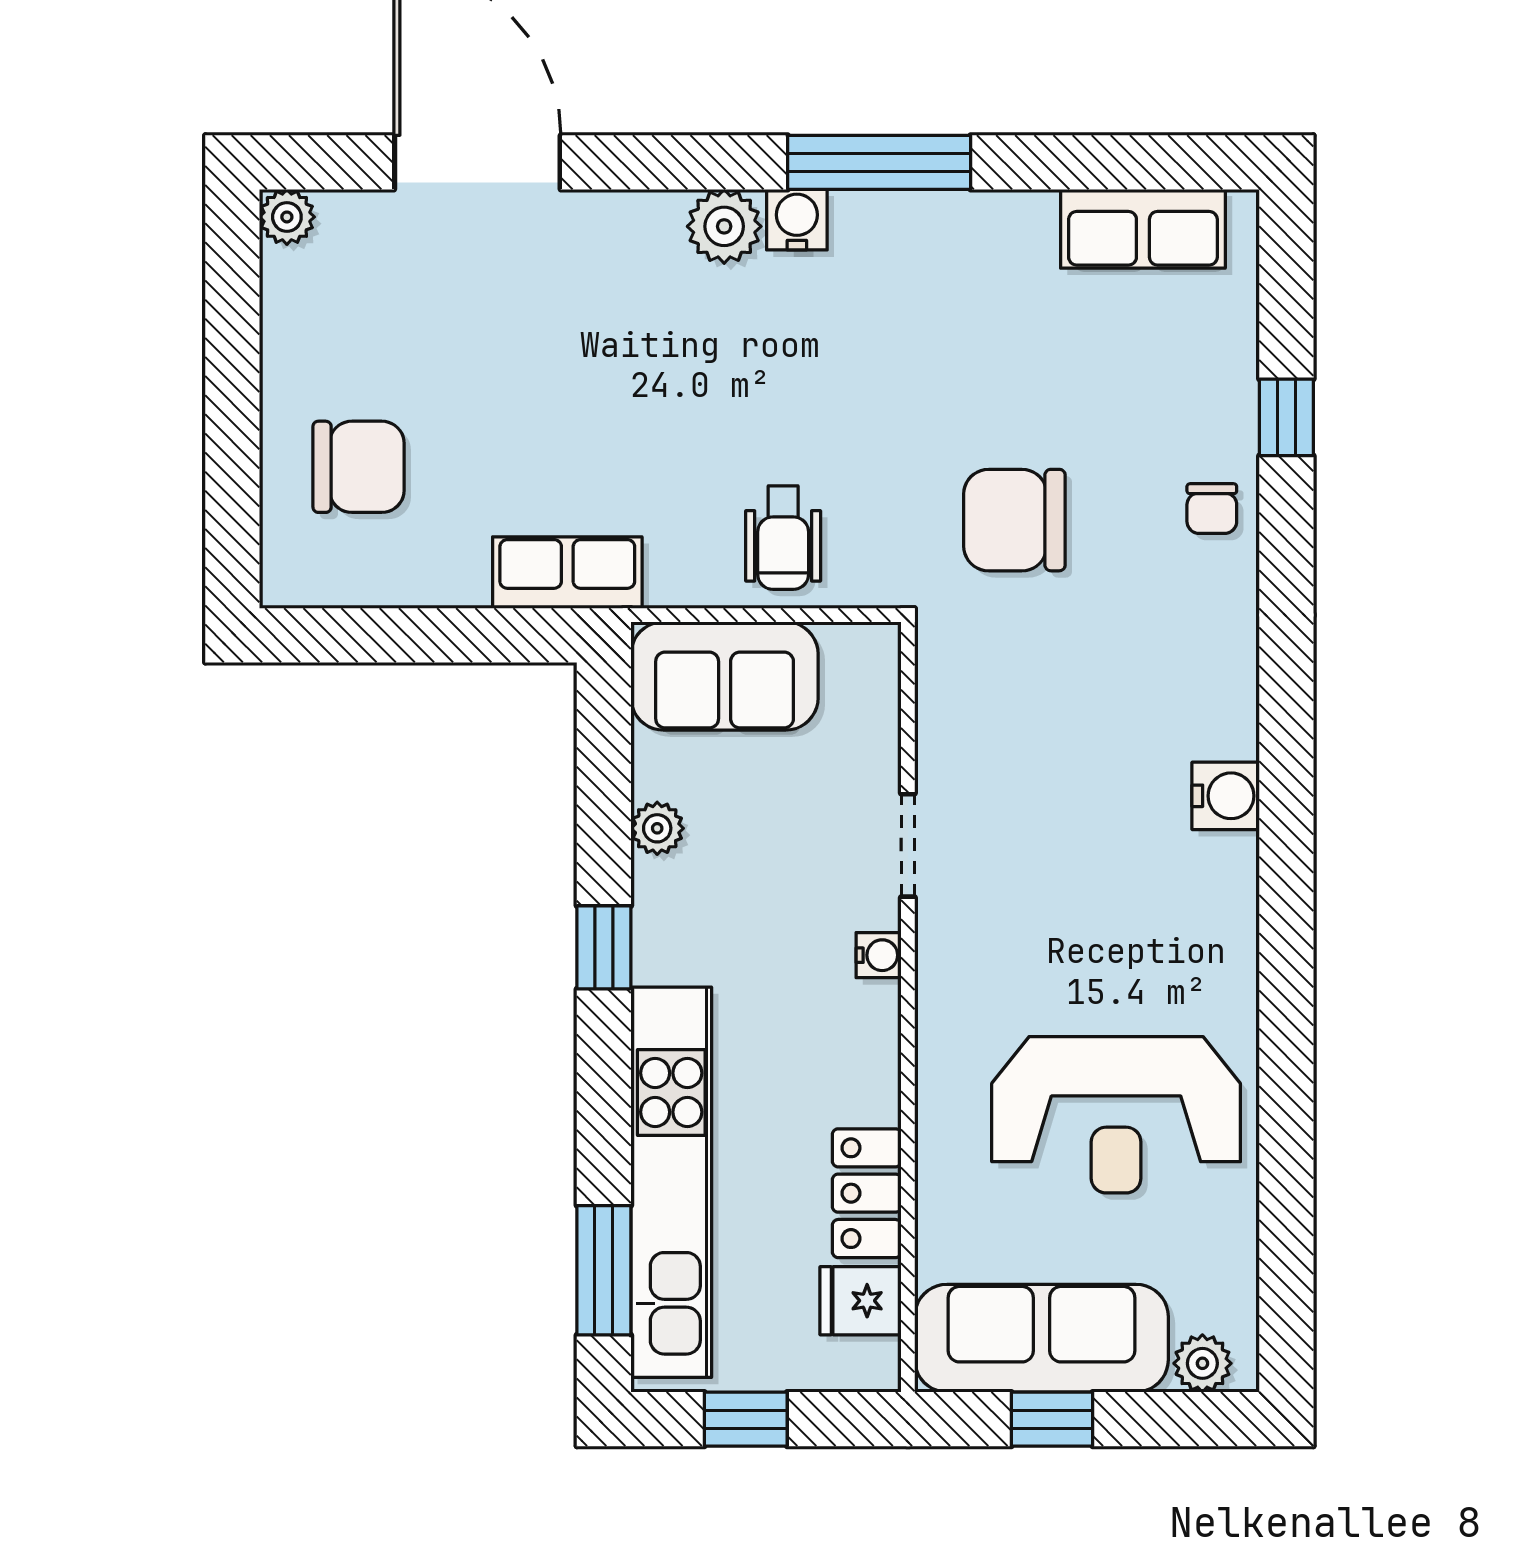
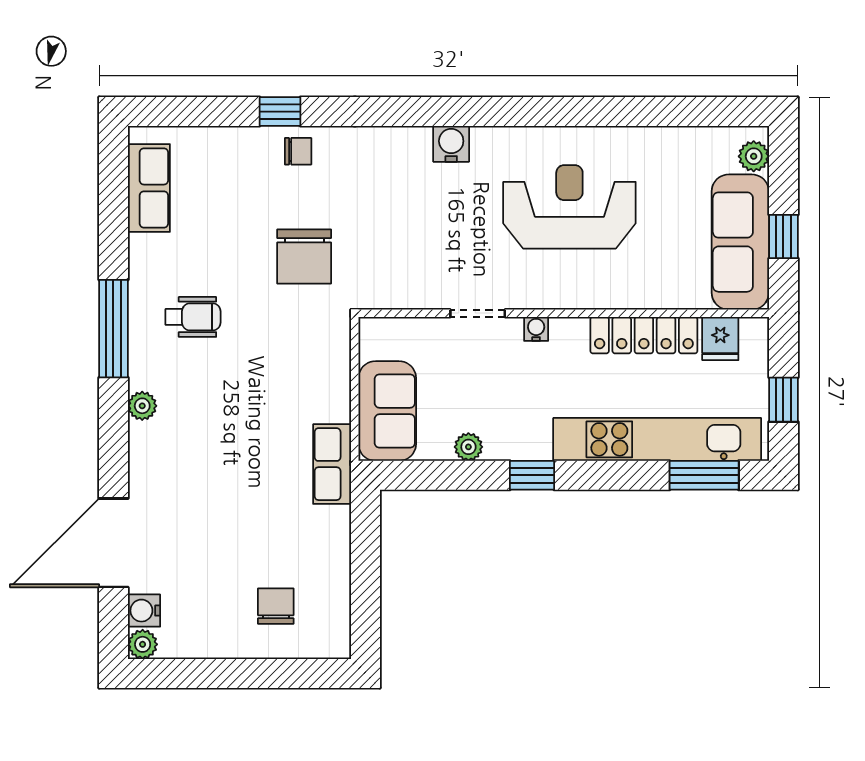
water cooler: (797, 220) -> (144, 611), moved
plant: (724, 226) -> (142, 406), width x0.73, depth x0.73
window: (1286, 417) -> (280, 112), moved
chair: (359, 467) -> (276, 606), width x0.73, depth x0.73
wheelchair: (783, 538) -> (193, 317), moved
row of seats: (567, 573) -> (332, 464), moved
reception desk: (1116, 1115) -> (569, 207), moved, turned -90
locker: (867, 1193) -> (644, 335), width x1.53

